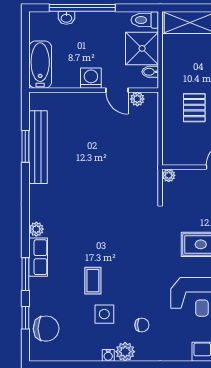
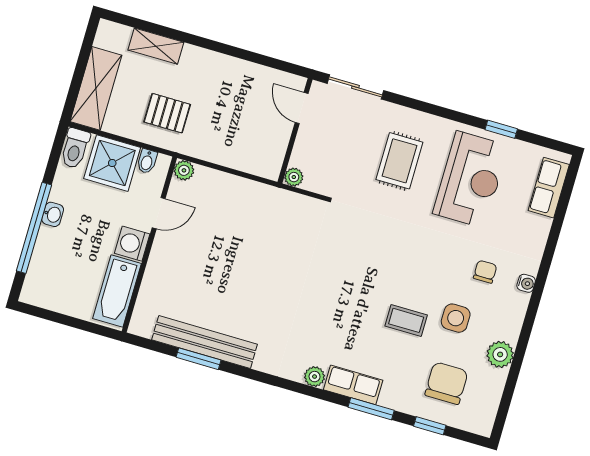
washbasin: (66, 18) -> (53, 214), moved
bathtub: (40, 65) -> (117, 291), moved, turned -90
plant: (137, 99) -> (184, 170), moved
pallet: (194, 108) -> (167, 113), moved
chair: (46, 329) -> (446, 383), moved
plant: (125, 352) -> (500, 354), moved
water cooler: (108, 355) -> (526, 283), moved

